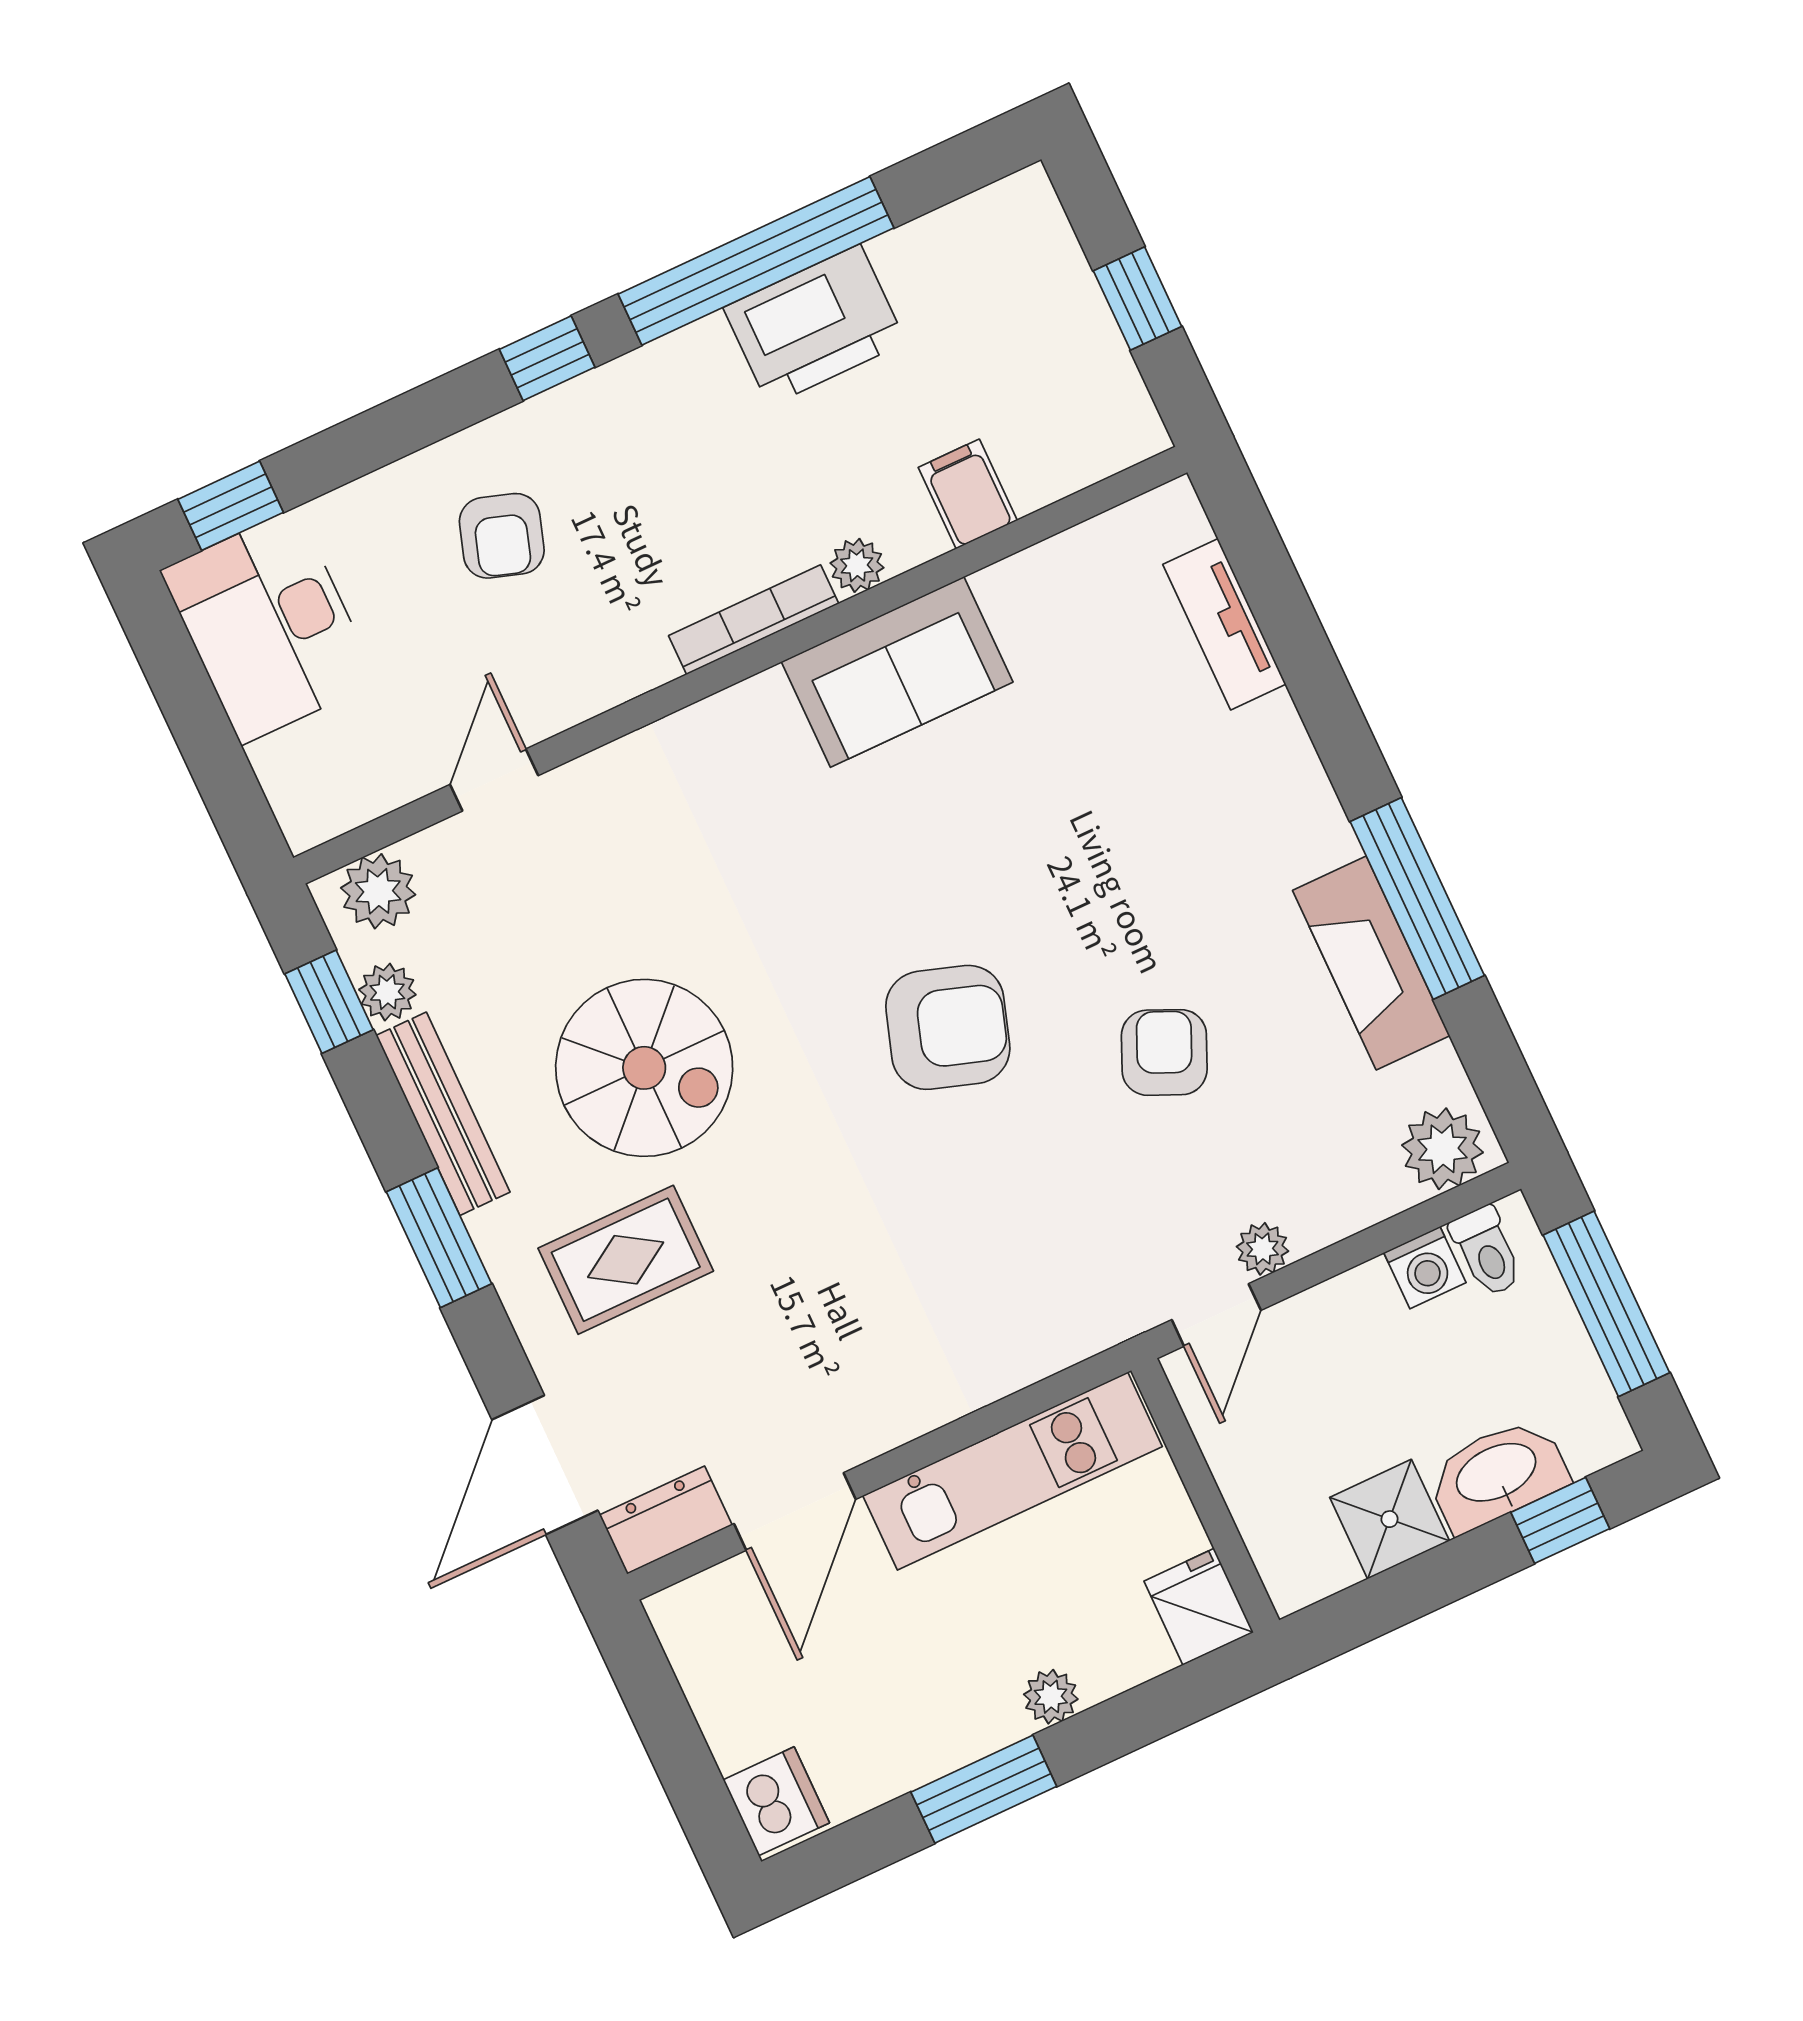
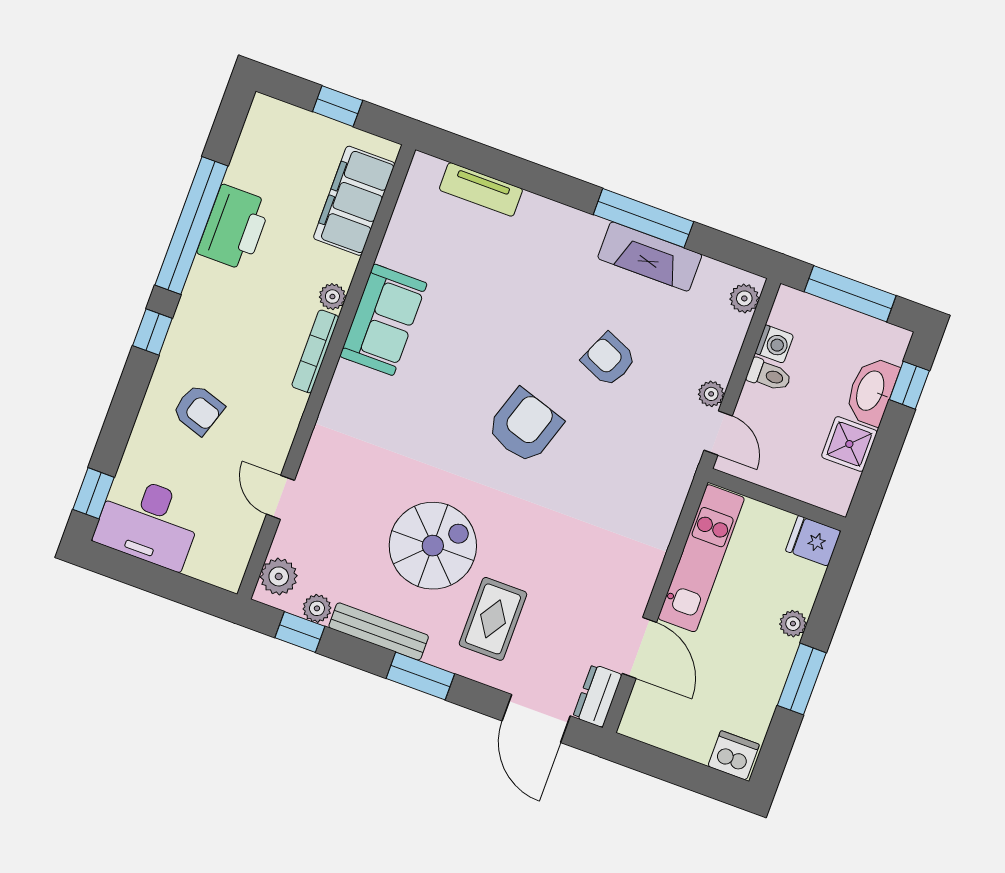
filing cabinet: (968, 494) -> (354, 201), width x3.00, depth x1.17
plant: (1442, 1149) -> (744, 298), width x0.73, depth x0.73
toilet: (1487, 1251) -> (769, 375), moved

